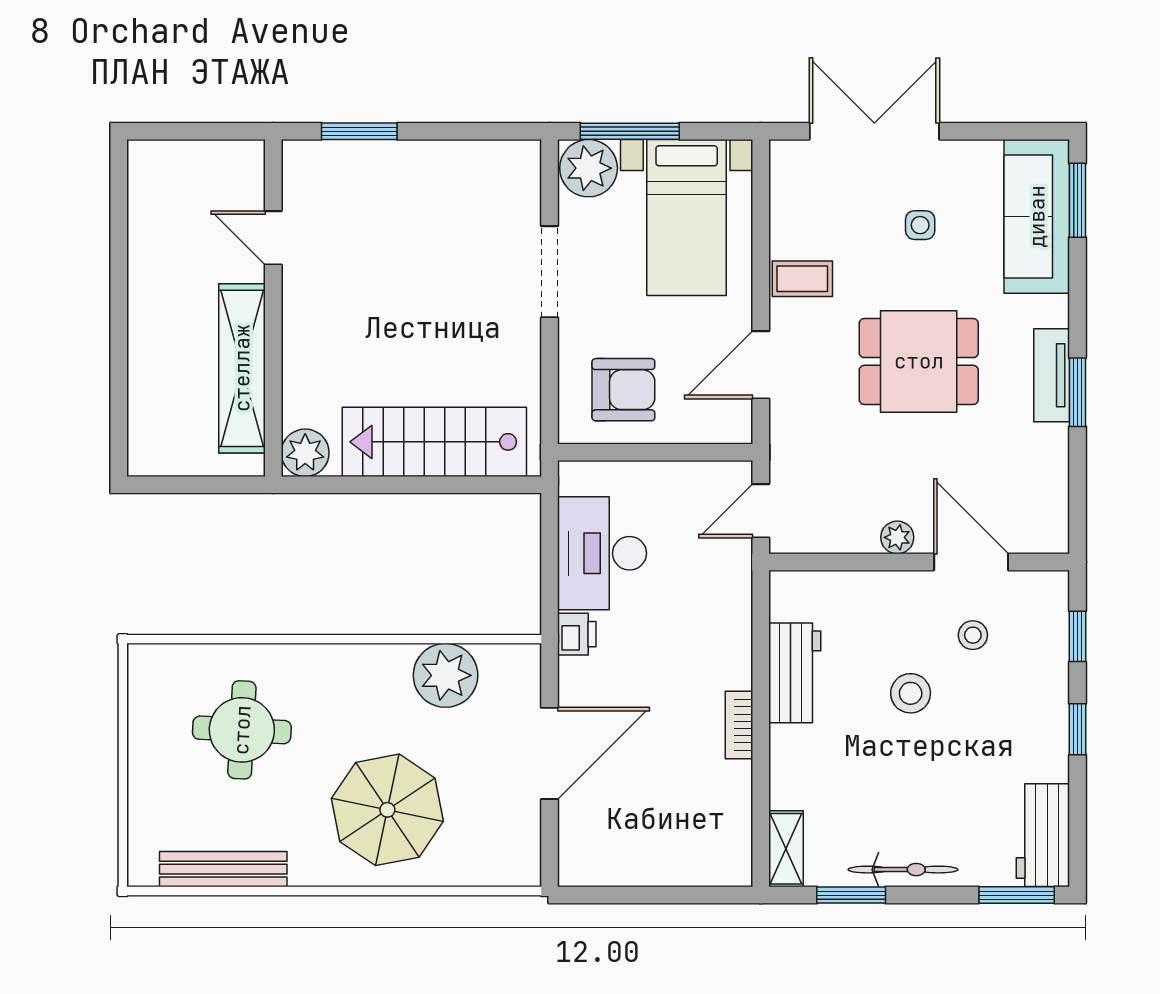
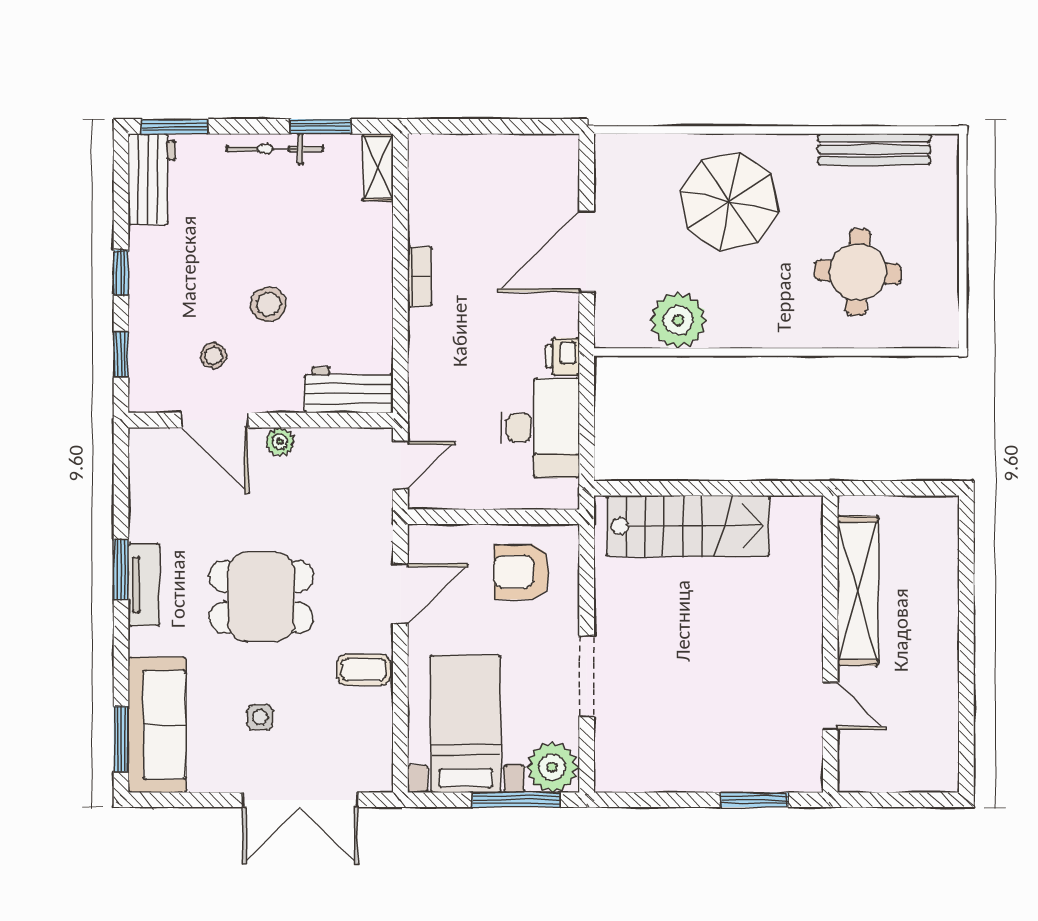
plant: (305, 453) -> (802, 516), removed
workbench: (795, 673) -> (349, 390), moved, turned 90

